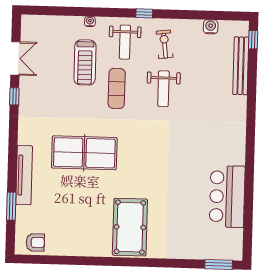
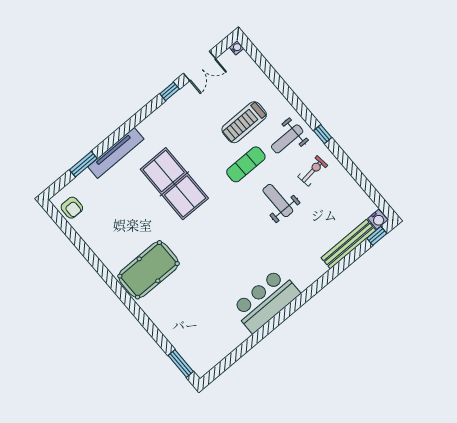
water cooler: (90, 21) -> (237, 48), moved
water cooler: (211, 27) -> (378, 219), moved, turned 90
weight bench: (163, 89) -> (278, 201), turned 90
bar counter: (227, 197) -> (266, 301), moved

